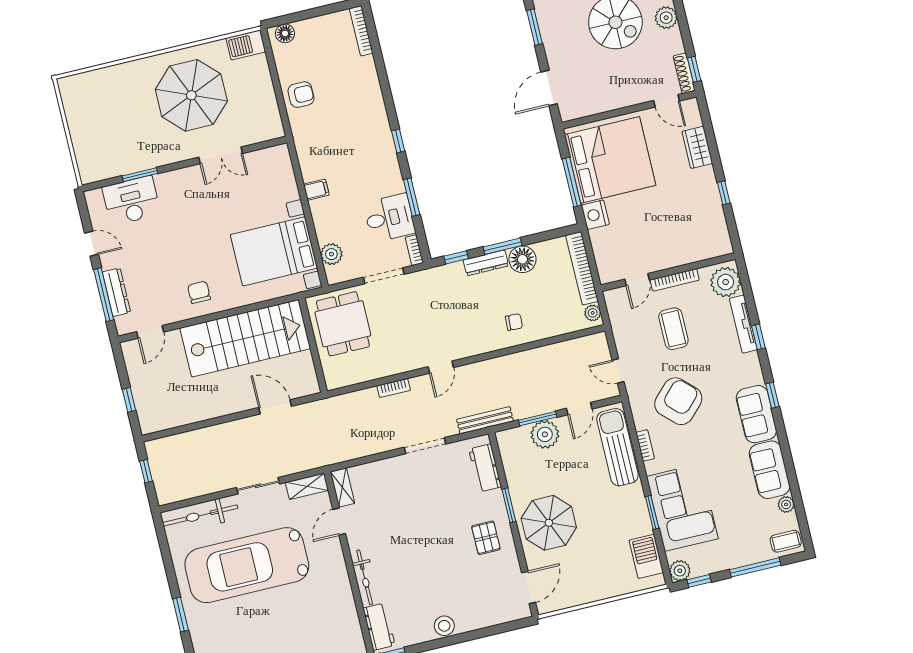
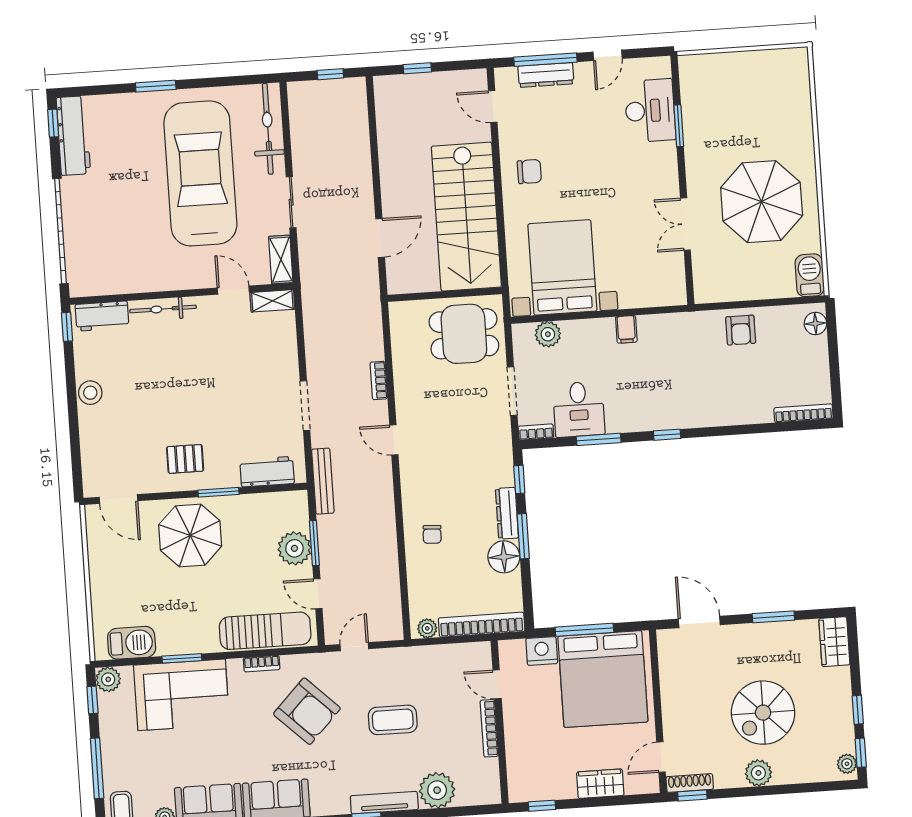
wall: (668, 272) -> (500, 722), moved
door: (637, 280) -> (497, 684), moved
bookcase: (675, 280) -> (489, 728), moved

